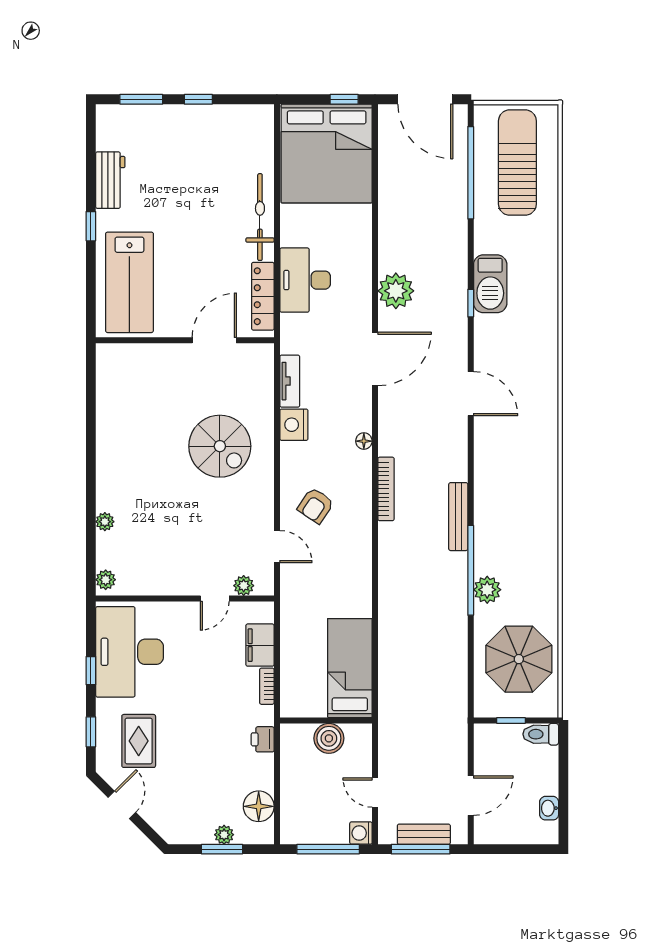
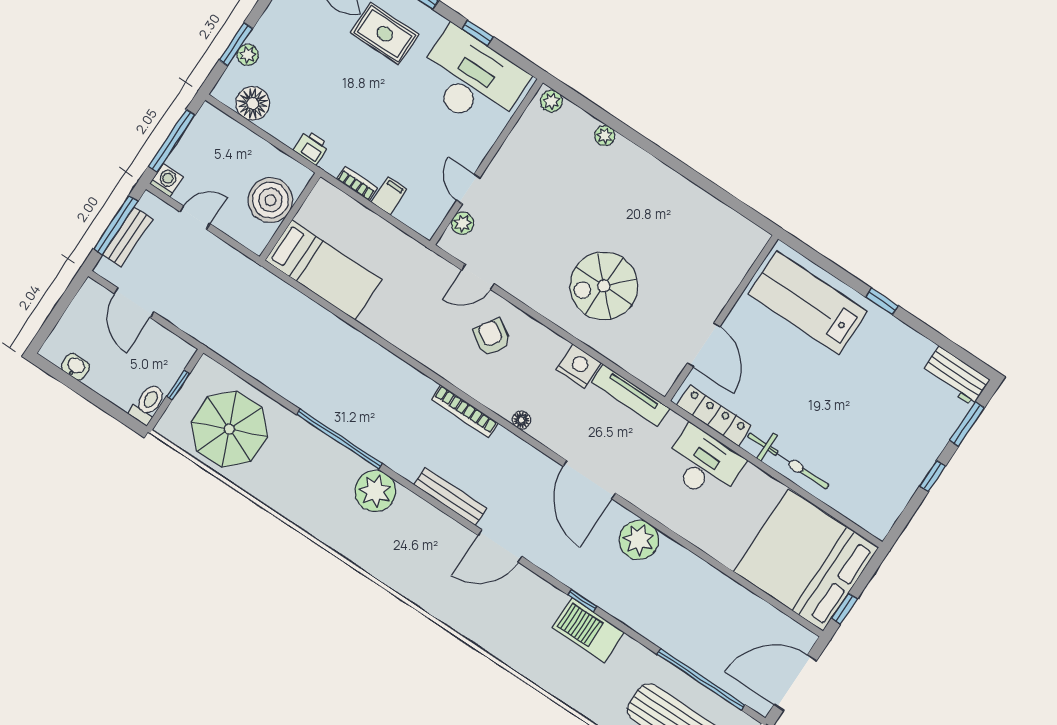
workbench: (110, 180) -> (956, 376), moved
tv unit: (290, 381) -> (631, 395), width x1.41
bench: (458, 517) -> (450, 496), moved
plant: (487, 590) -> (375, 491), moved, width x1.36, depth x1.36
filing cabinet: (260, 645) -> (389, 196), width x0.50
boiler: (329, 738) -> (270, 200), width x1.37, depth x1.37

